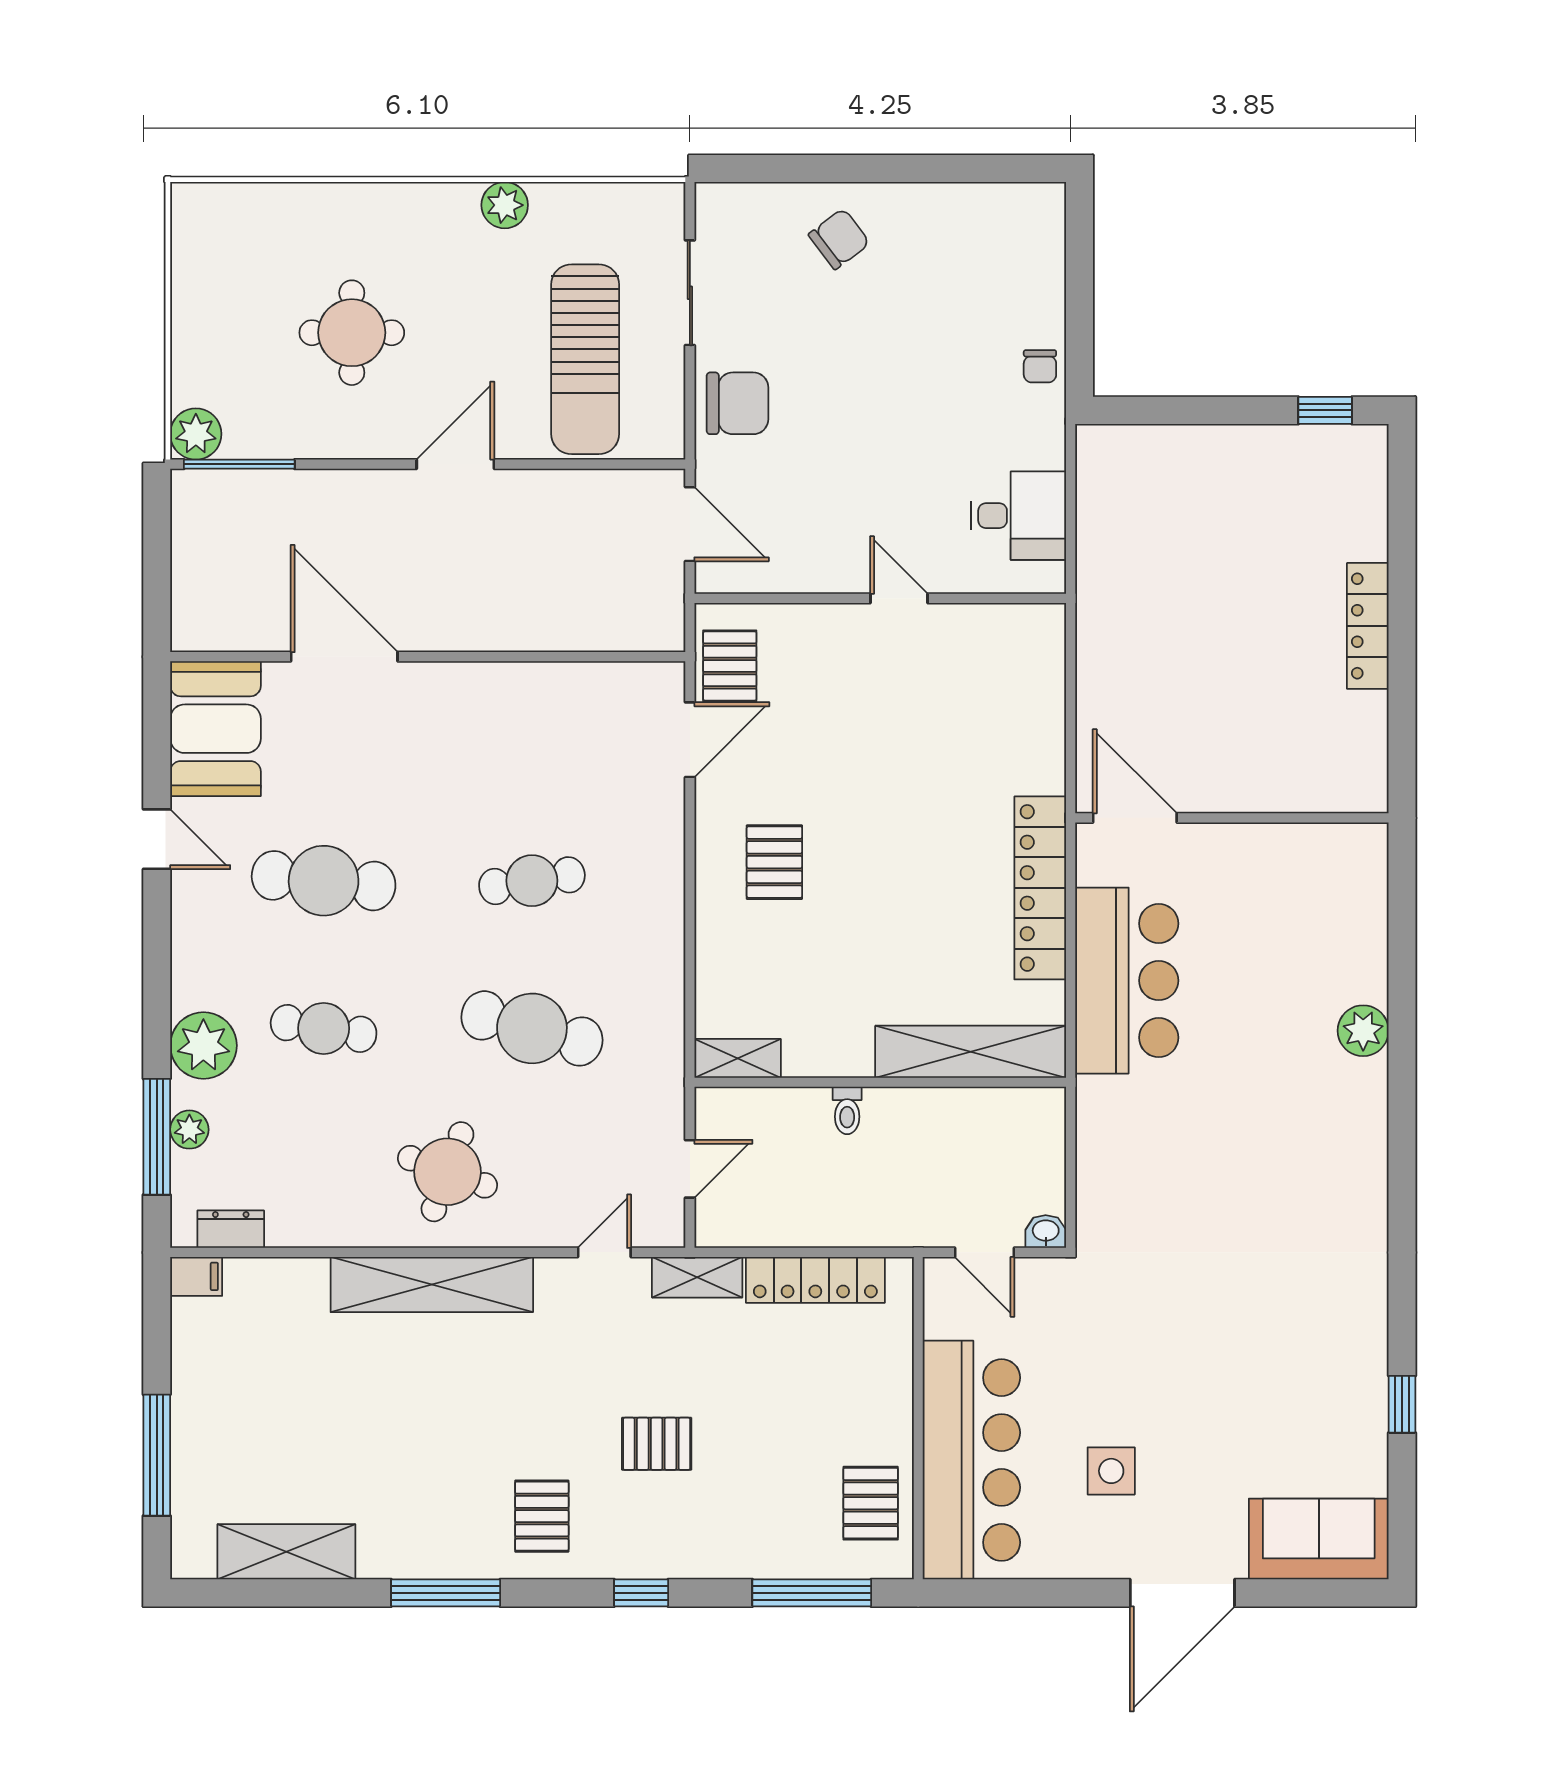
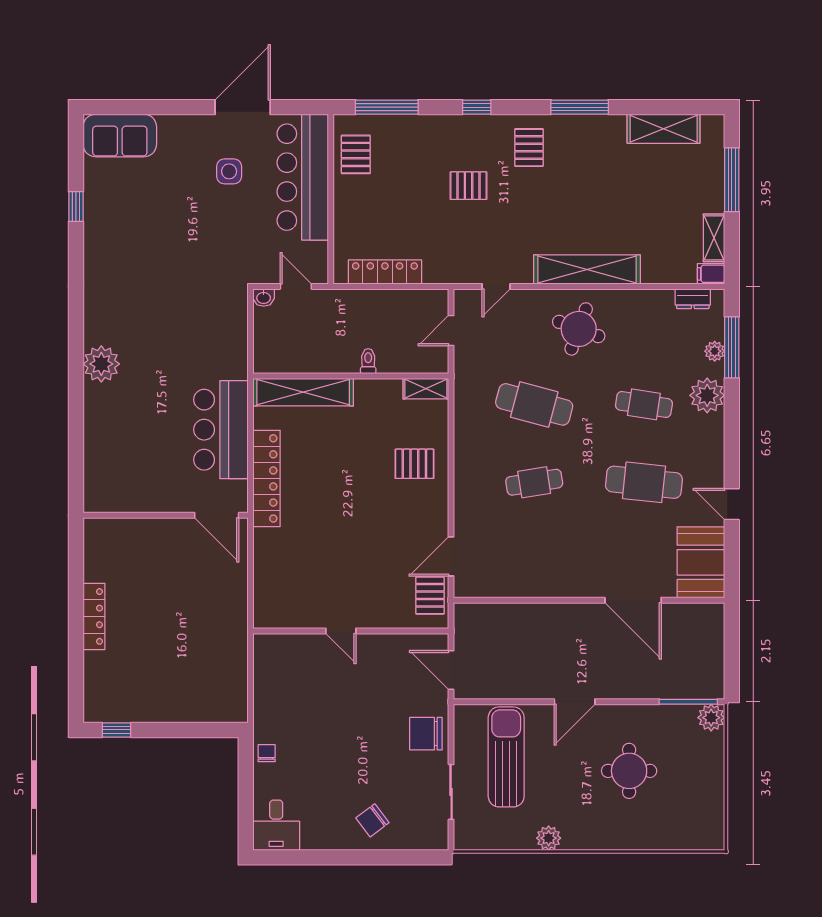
desk: (1018, 516) -> (276, 825), moved, turned -90
pallet: (774, 862) -> (414, 464), moved, turned 90
plant: (1363, 1031) -> (101, 364), moved, width x1.36, depth x1.36
shelving: (697, 1277) -> (714, 238), moved, turned 90
door: (1182, 1593) -> (243, 107), moved

